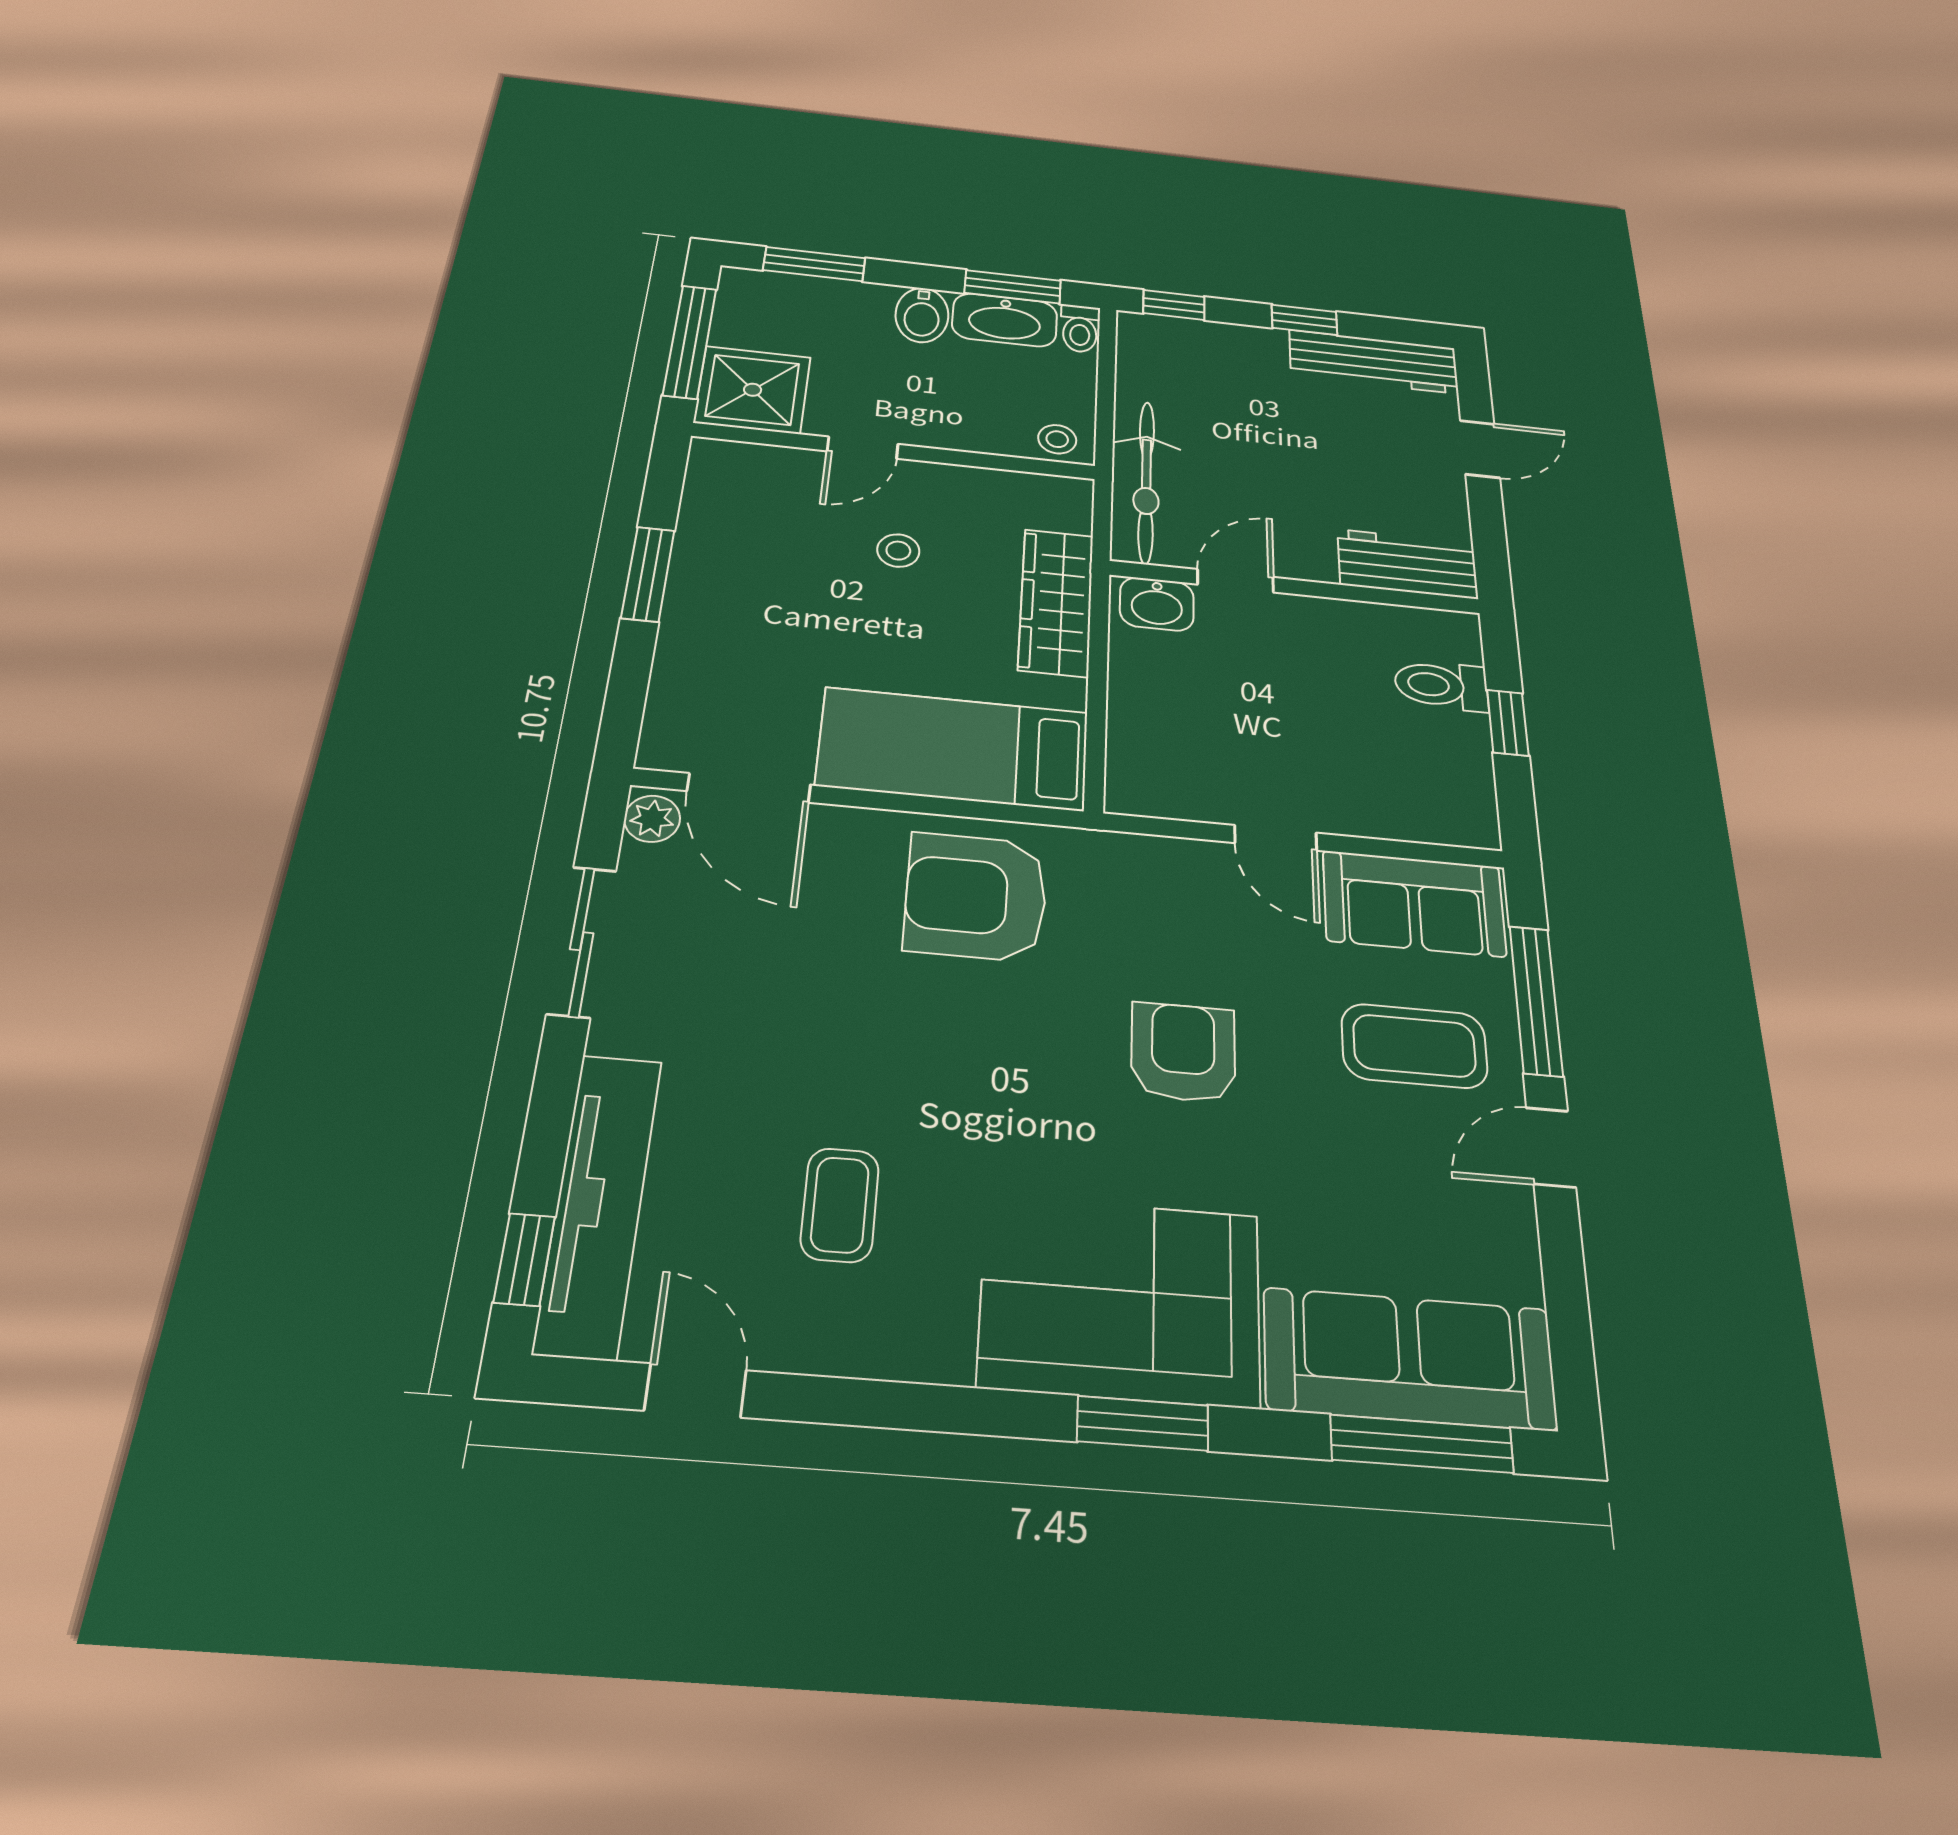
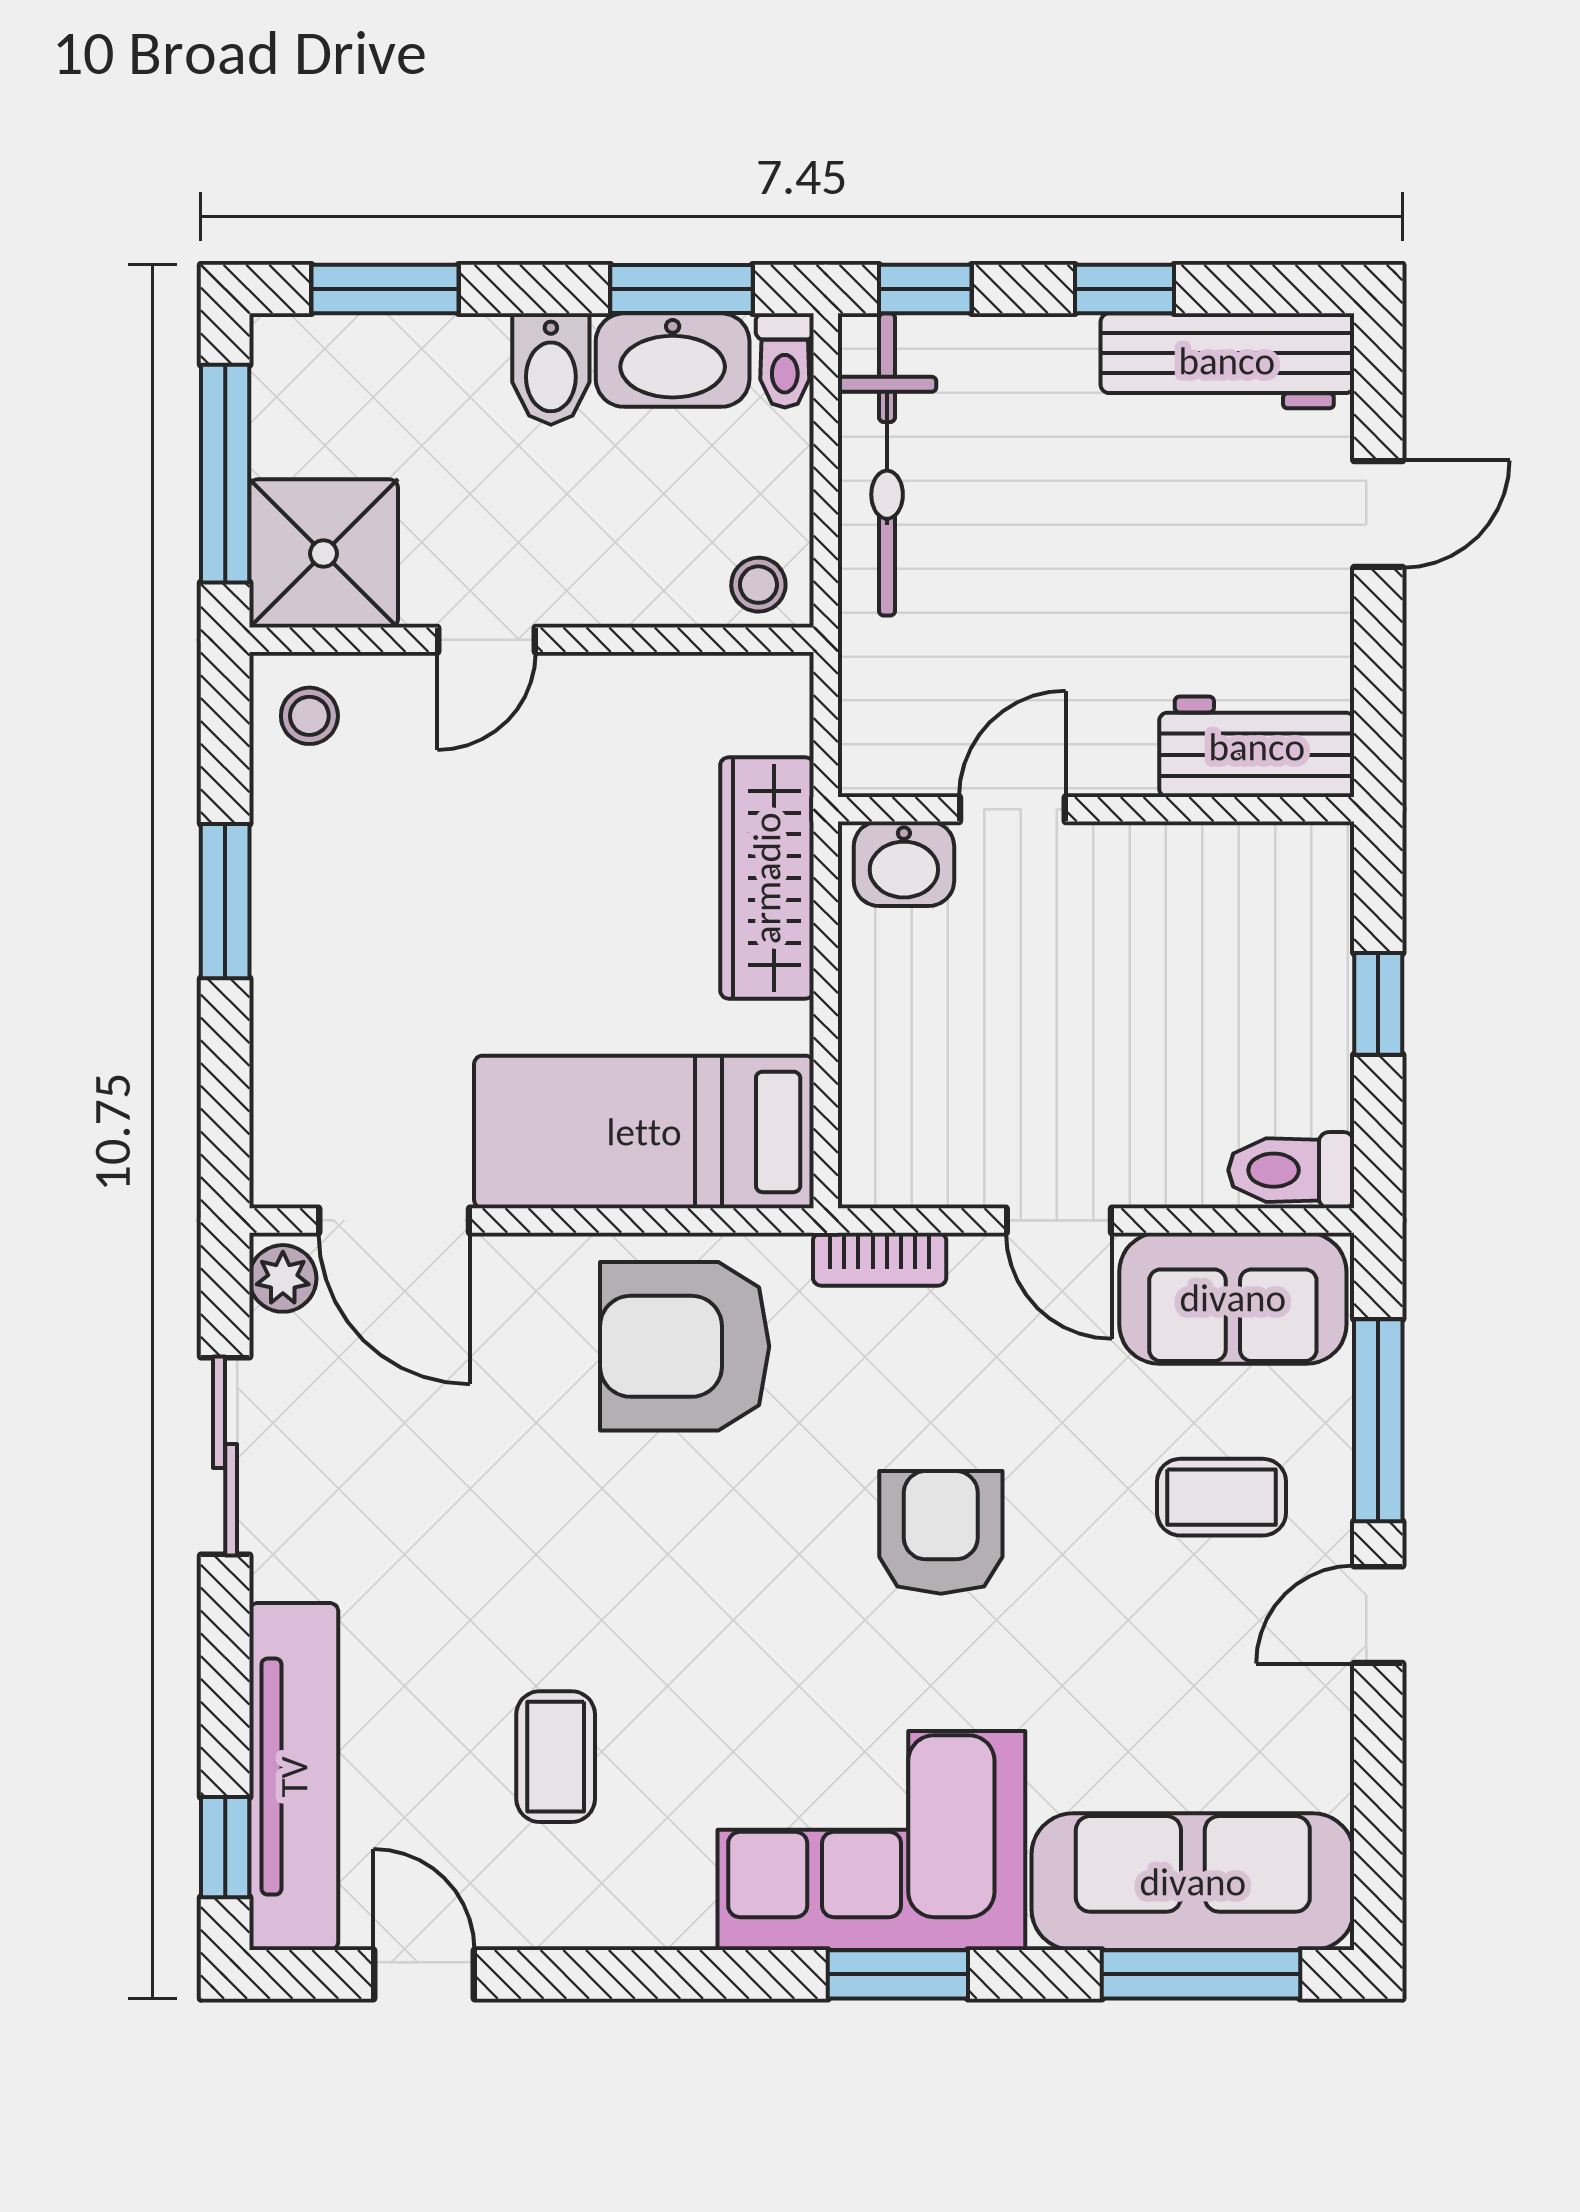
bicycle: (1146, 481) -> (887, 464), moved
stool: (898, 551) -> (309, 716), moved
toilet: (1441, 685) -> (1291, 1170), moved
bookcase: (1135, 851) -> (880, 1259), added
coffee table: (1414, 1046) -> (1222, 1497), width x0.73, depth x0.77

